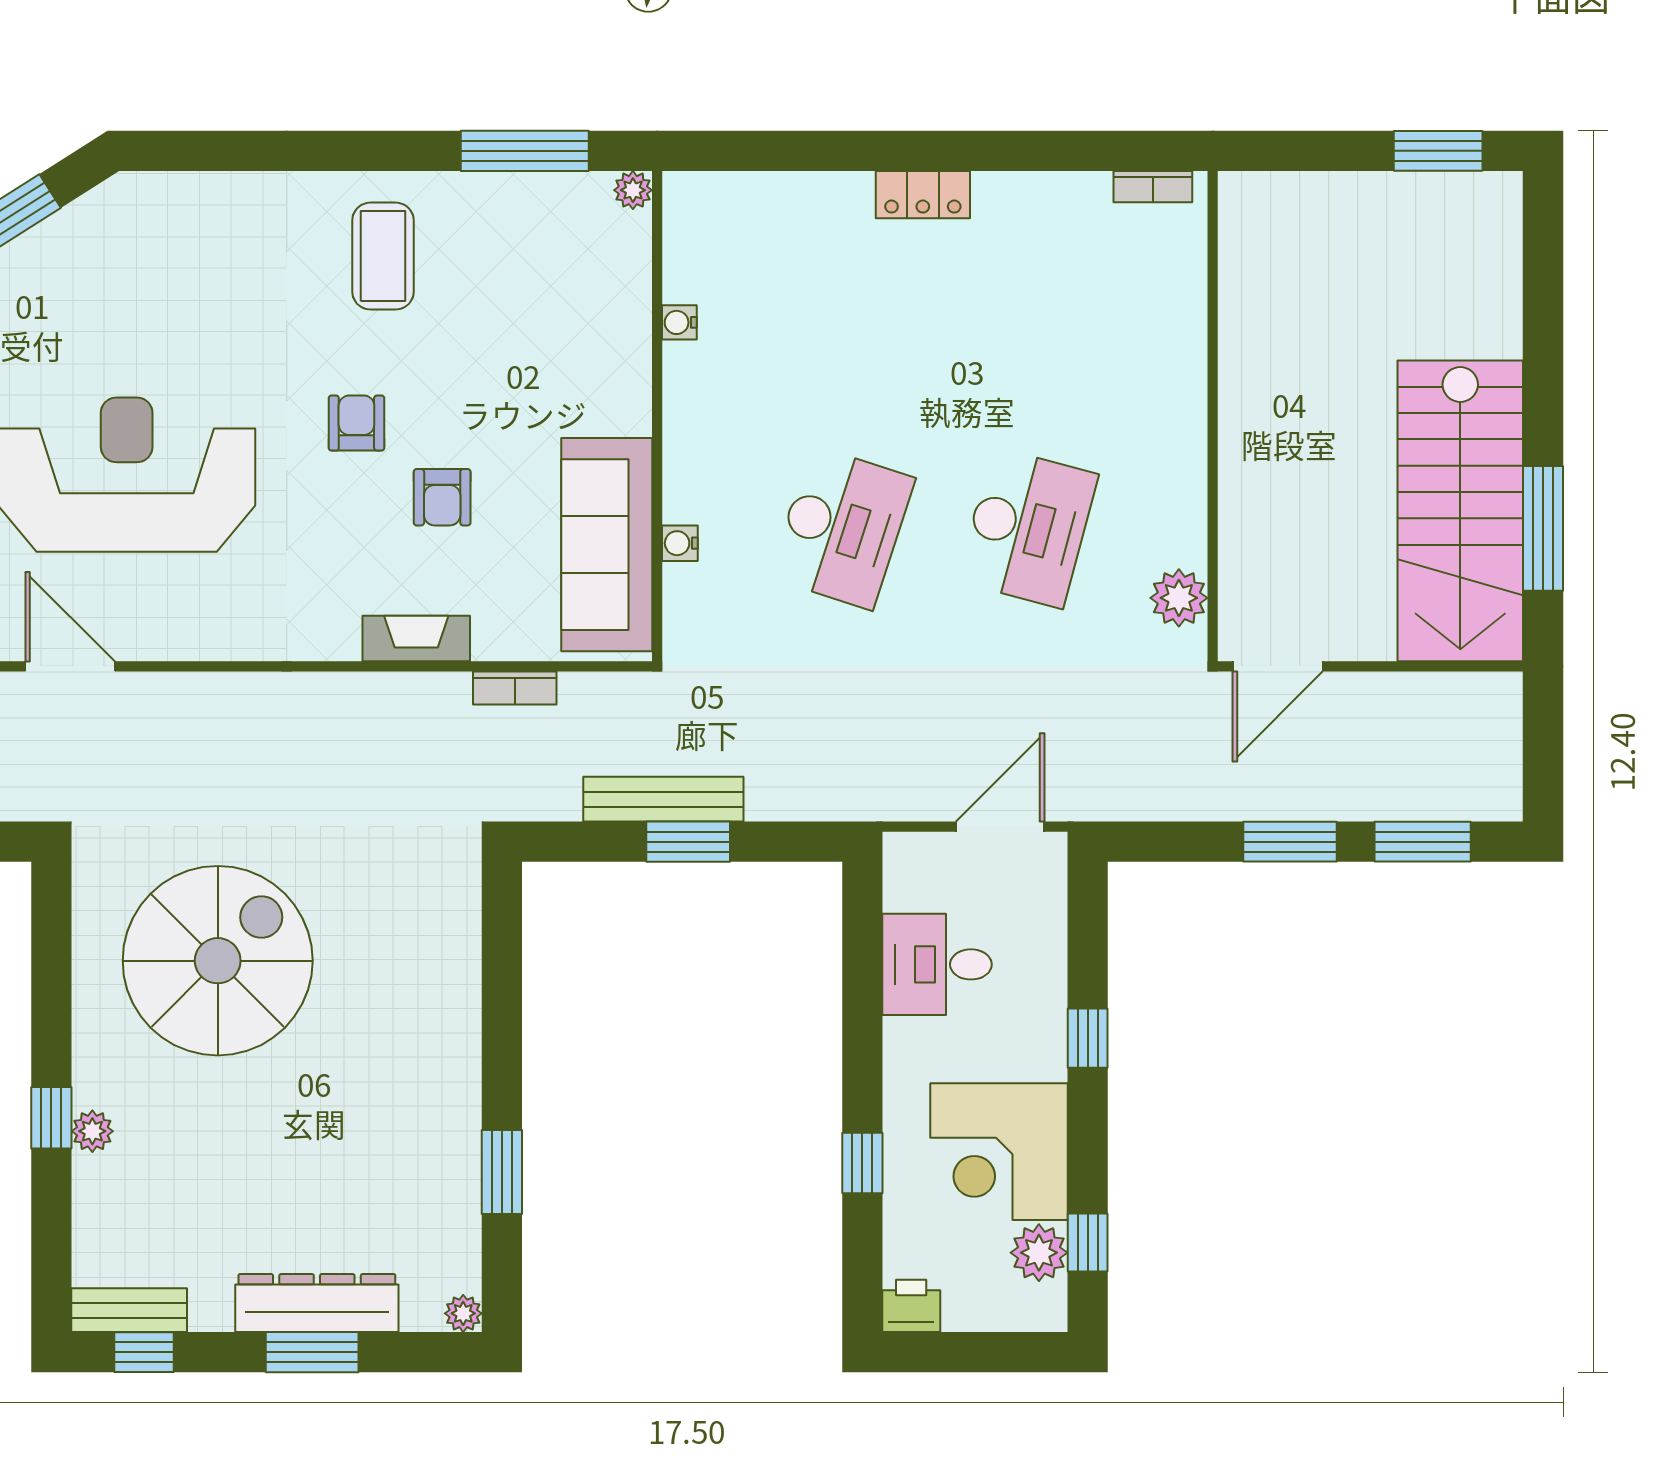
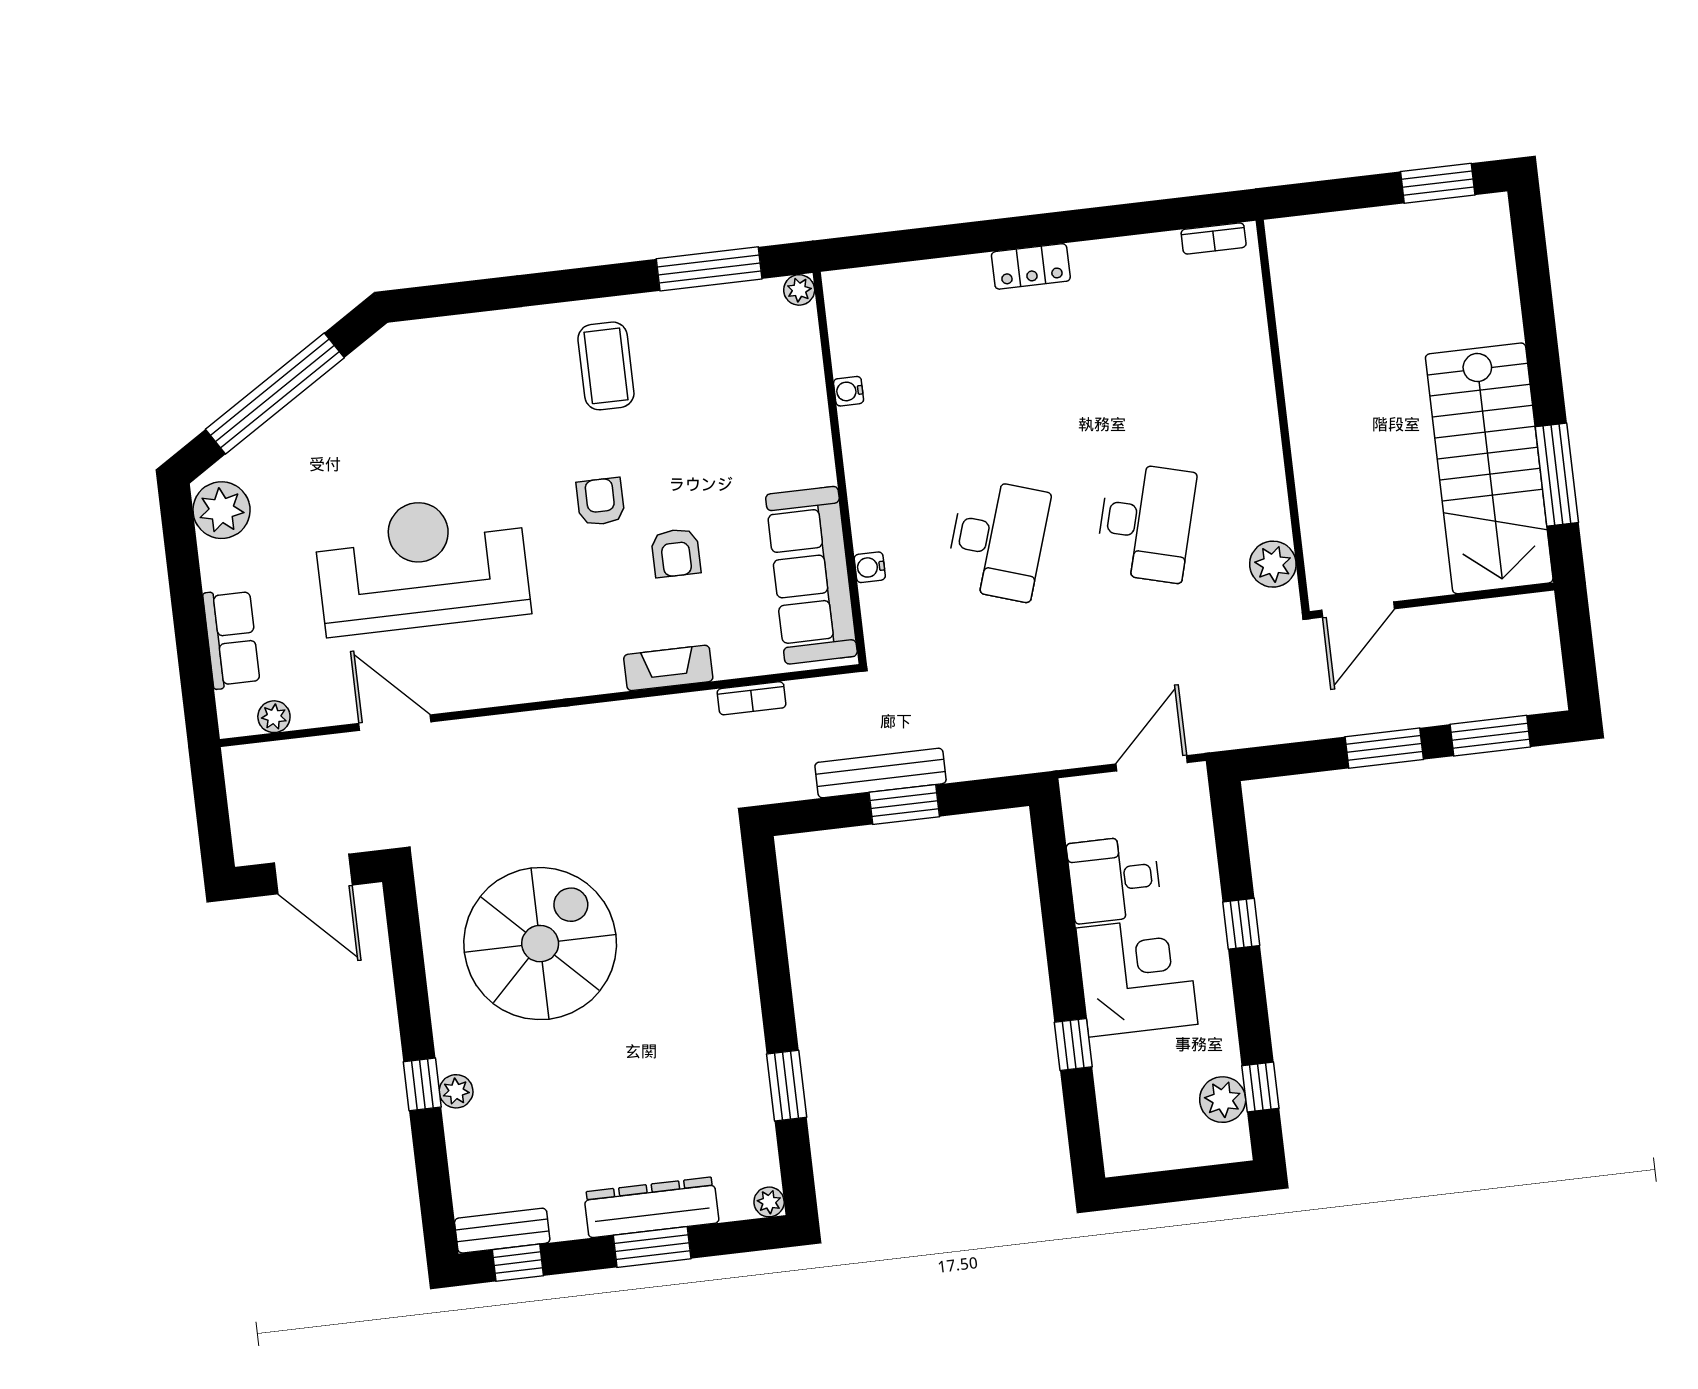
corner desk: (999, 1152) -> (1137, 976), moved, turned 180
printer: (911, 1306) -> (1126, 1154), removed

